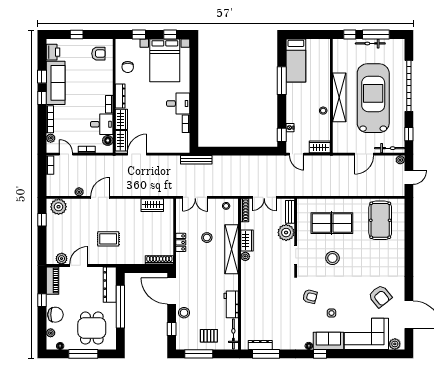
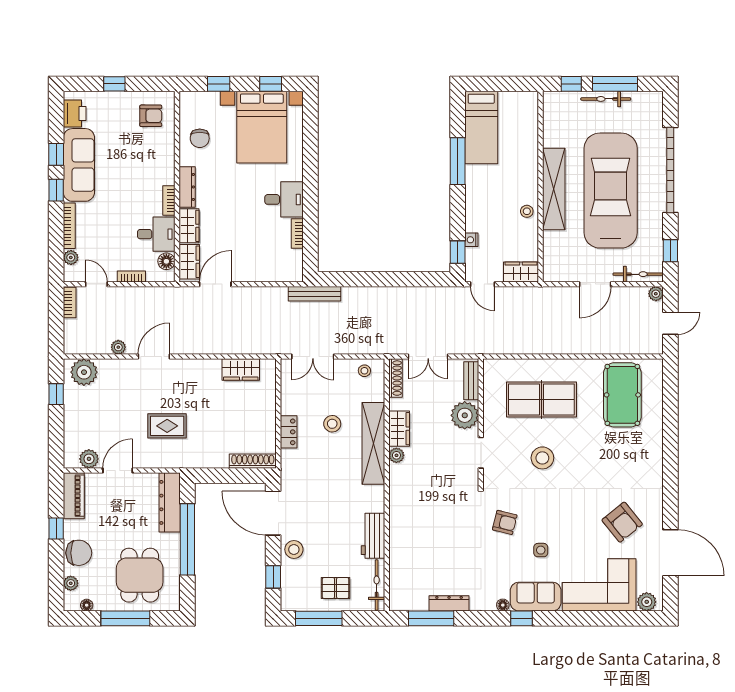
dresser: (260, 345) -> (449, 603), moved

